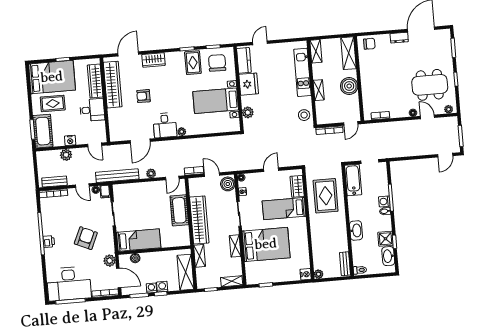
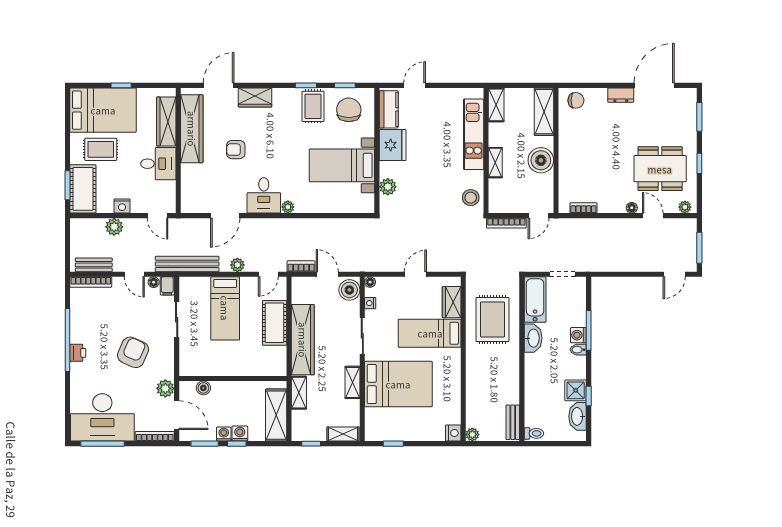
washbasin: (356, 231) -> (533, 338), moved
bed: (139, 240) -> (225, 308), moved, turned 90

